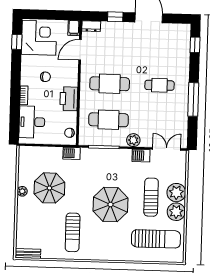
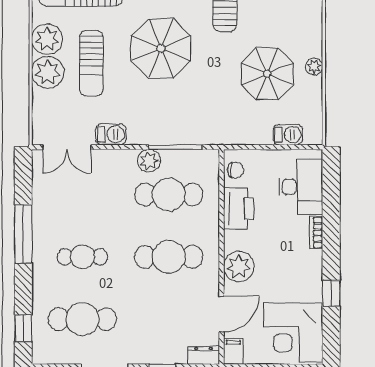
window: (17, 42) -> (331, 293), moved
cafe table: (161, 49) -> (82, 319), added
chair: (45, 77) -> (280, 266), removed
plant: (69, 77) -> (239, 266), added
printer: (69, 99) -> (238, 209), moved
plant: (133, 140) -> (149, 161), moved
barbecue: (72, 153) -> (288, 135), moved

